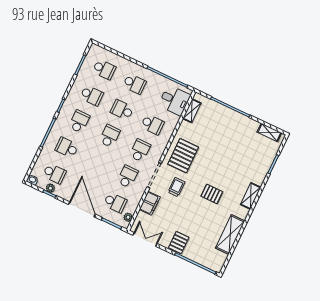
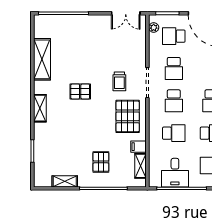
desk: (174, 100) -> (175, 173), moved, turned -90
school desk: (152, 124) -> (174, 133), turned 180
shelving: (269, 132) -> (65, 181), moved
filing cabinet: (150, 203) -> (138, 147), moved, width x0.50
pallet: (179, 243) -> (101, 162), moved

